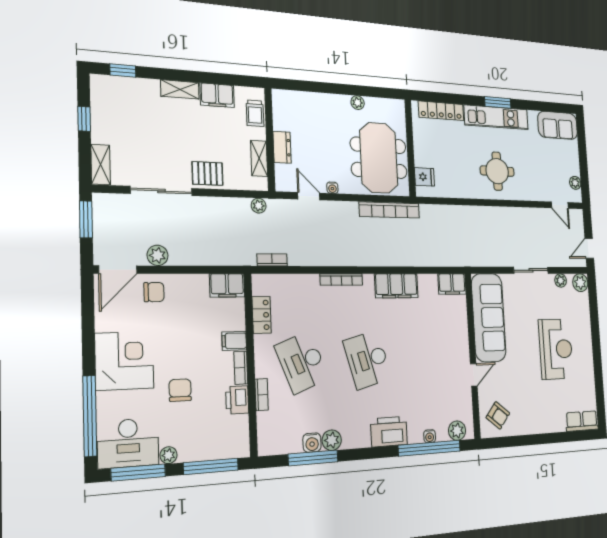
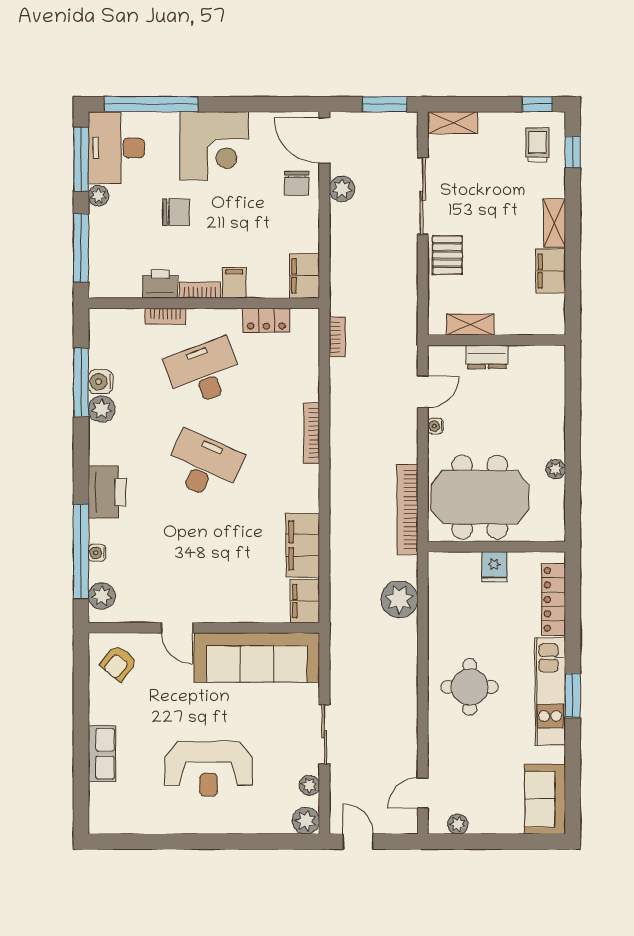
trolley: (255, 113) -> (538, 145), moved, turned 90
window: (84, 119) -> (537, 104), moved
fridge: (424, 177) -> (494, 567), moved
plant: (259, 206) -> (399, 599), moved, width x1.88, depth x1.88
filing cabinet: (396, 286) -> (303, 545), moved
desk: (367, 360) -> (204, 465), turned 39
row of seats: (582, 421) -> (102, 754), moved

